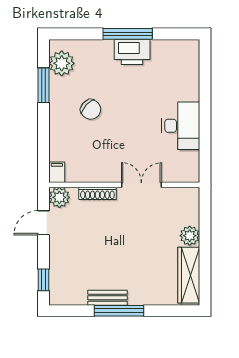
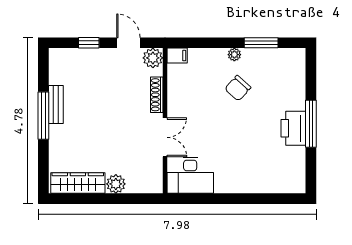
plant: (62, 63) -> (234, 55), moved, width x0.53, depth x0.53
desk: (181, 126) -> (190, 175), moved
window: (44, 280) -> (89, 43), moved

